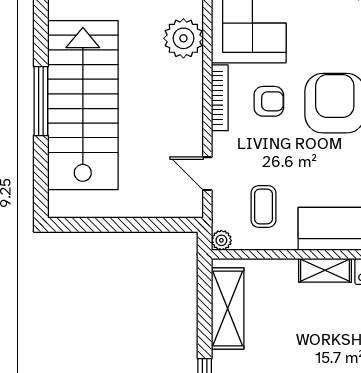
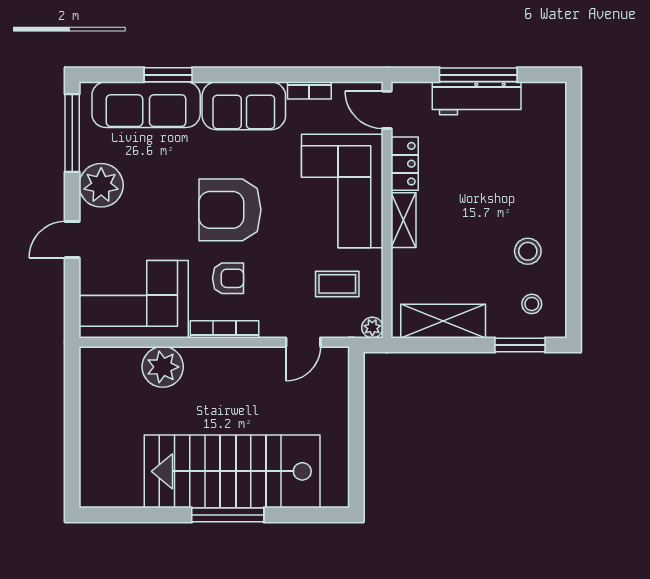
armchair: (269, 101) -> (228, 278), turned 90

